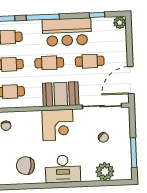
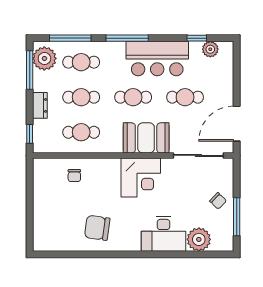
plant: (120, 23) -> (210, 49), moved
chair: (103, 137) -> (218, 201), moved
desk: (63, 169) -> (163, 234), moved

